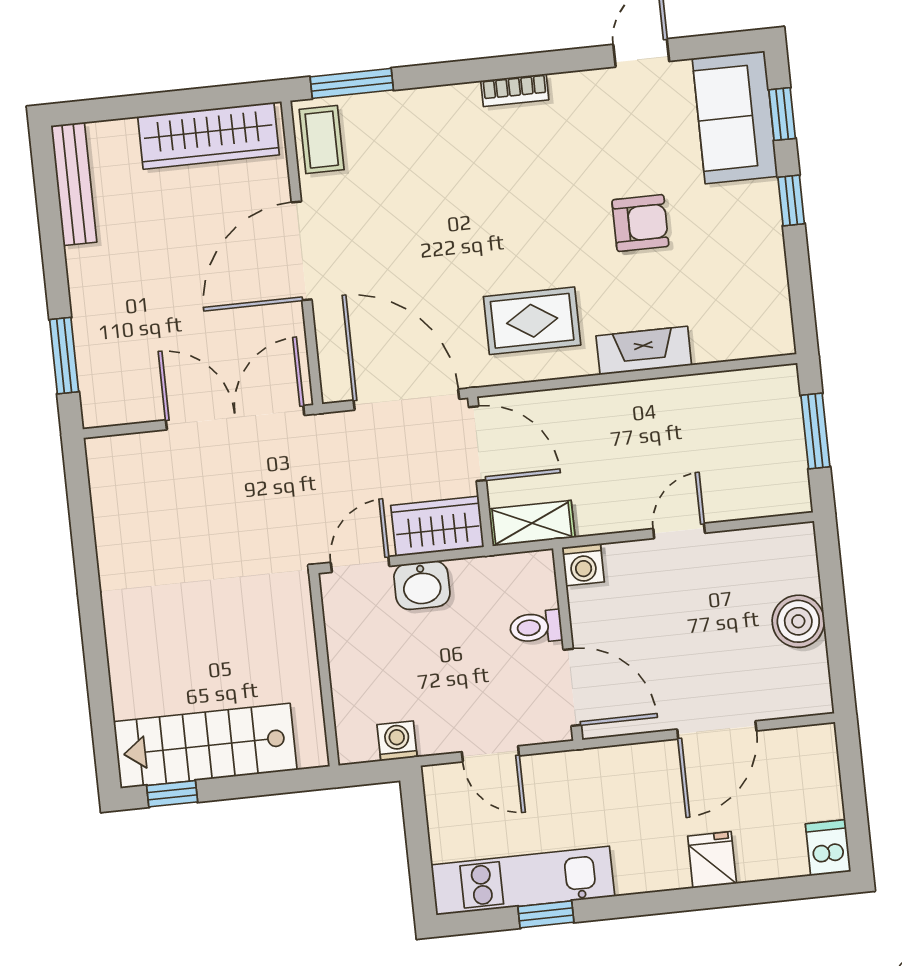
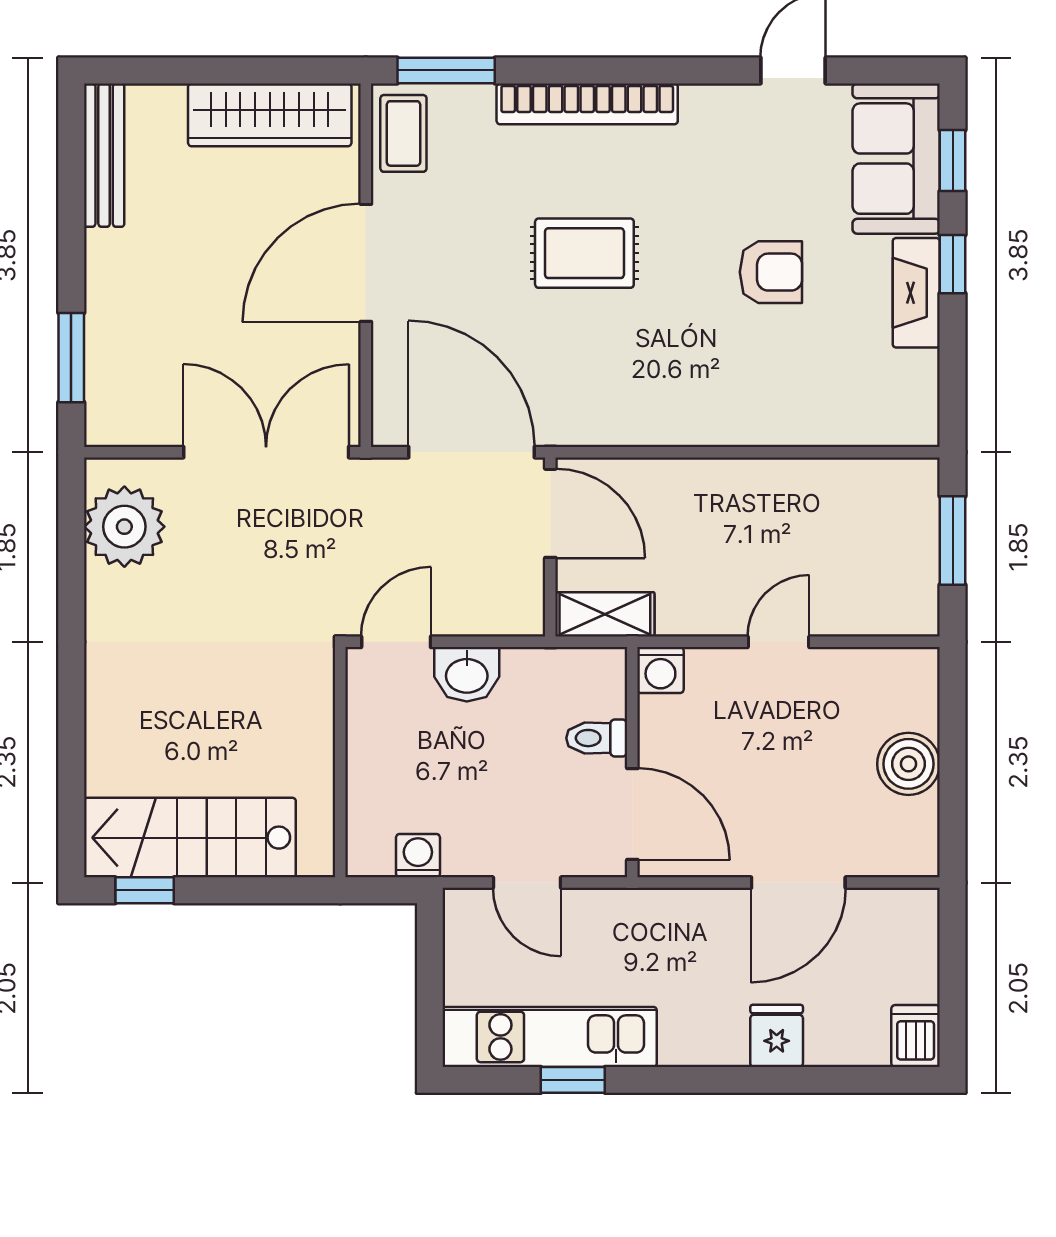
bookcase: (515, 90) -> (587, 104), width x2.31, depth x1.31
rug: (532, 321) -> (584, 253), moved
fireplace: (644, 351) -> (916, 293), moved, turned -90
plant: (123, 492) -> (124, 527), added
wardrobe: (437, 526) -> (492, 606), removed

